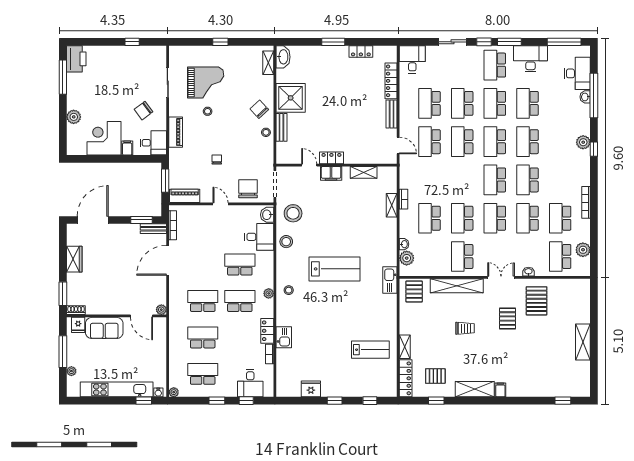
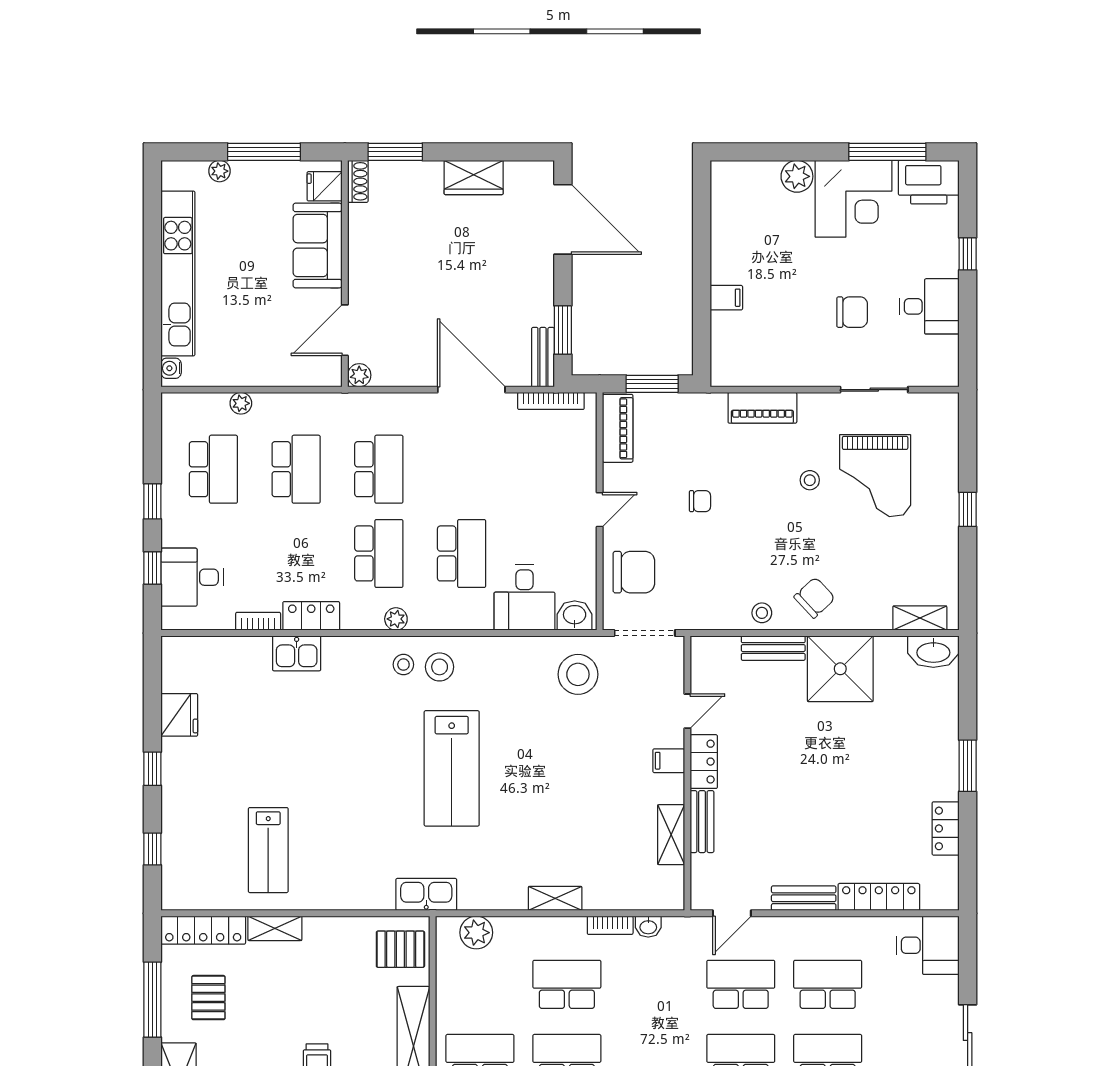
window: (132, 42) -> (968, 254), moved
chair: (144, 111) -> (852, 312), moved, turned 127
corner desk: (104, 138) -> (854, 199), moved, turned 90
desk: (153, 143) -> (929, 306), moved, turned -90
bench: (358, 159) -> (702, 822), added
filing cabinet: (331, 173) -> (669, 761), width x0.50
shelving: (392, 205) -> (555, 898), moved
stool: (286, 242) -> (440, 667), moved
washbasin: (404, 244) -> (648, 927), moved
plant: (174, 392) -> (241, 403), moved
window: (144, 401) -> (152, 335), removed
window: (436, 401) -> (152, 1000), width x2.17

